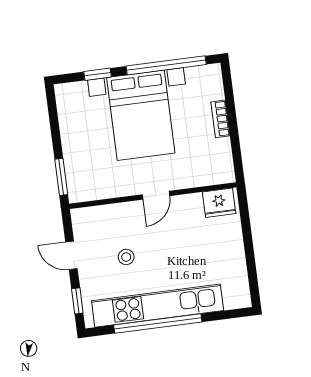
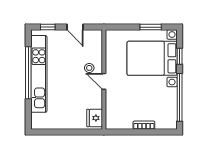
bed with nightstands: (141, 115) -> (152, 58), moved
window: (61, 177) -> (151, 27), moved
door: (71, 255) -> (75, 27), swing flipped
stool: (126, 257) -> (89, 68), moved

